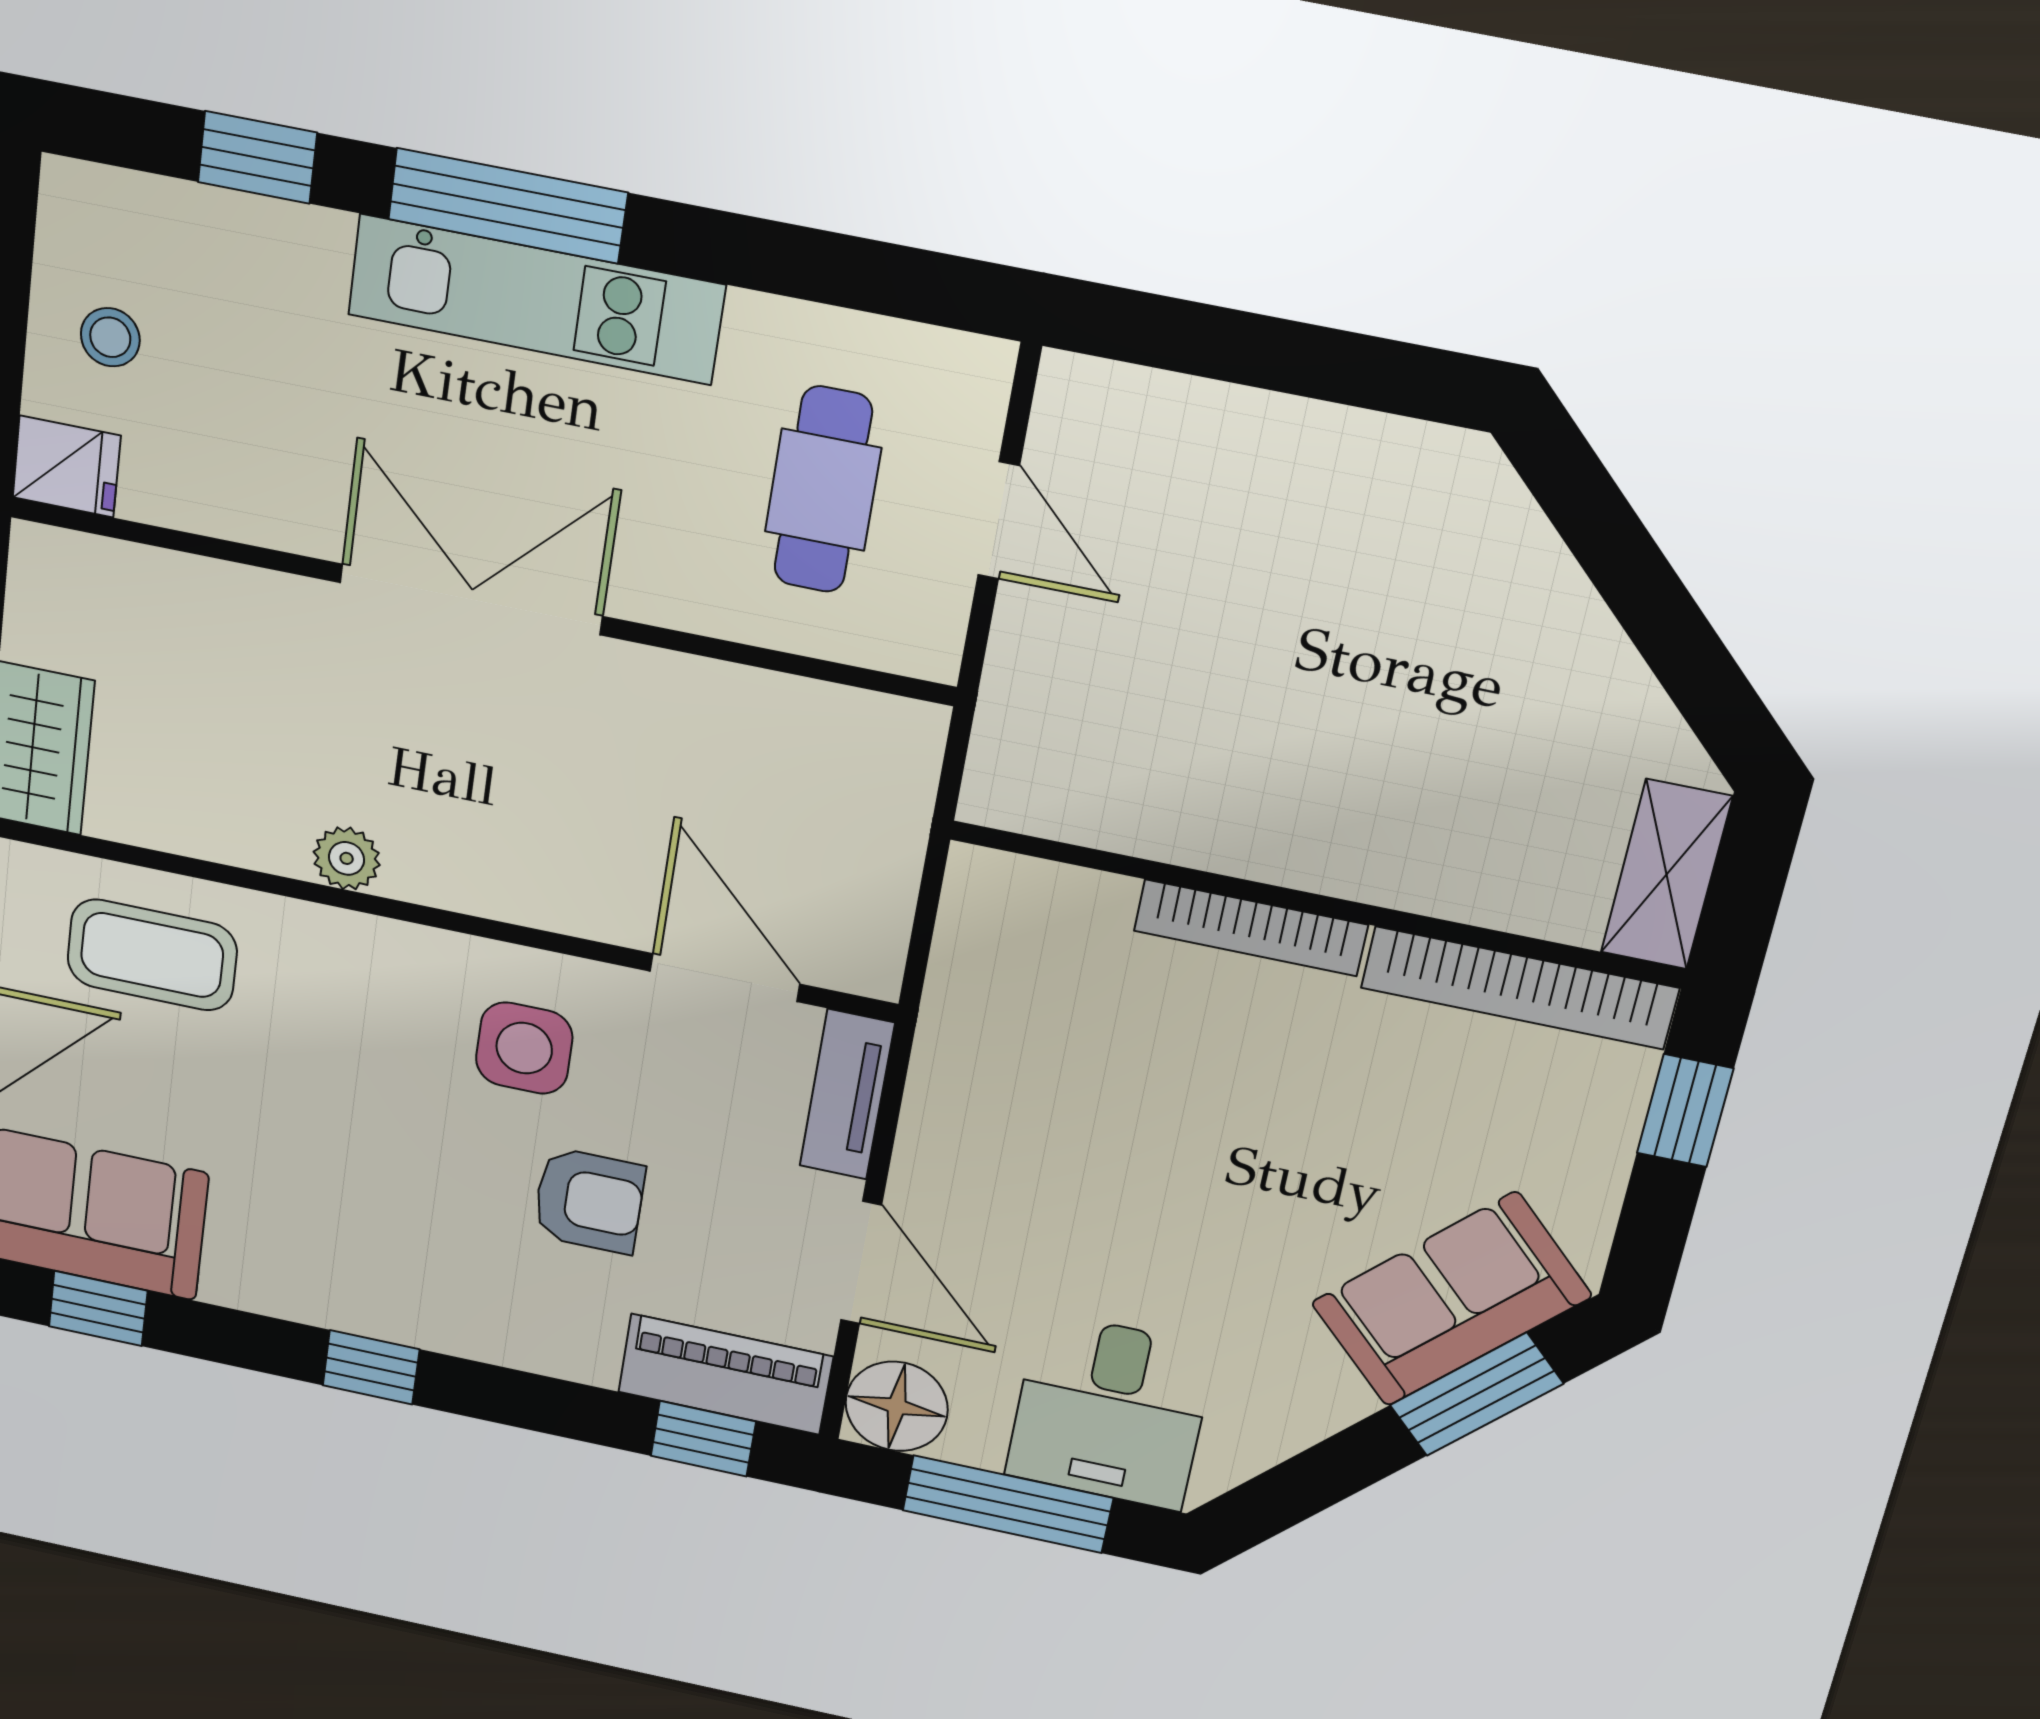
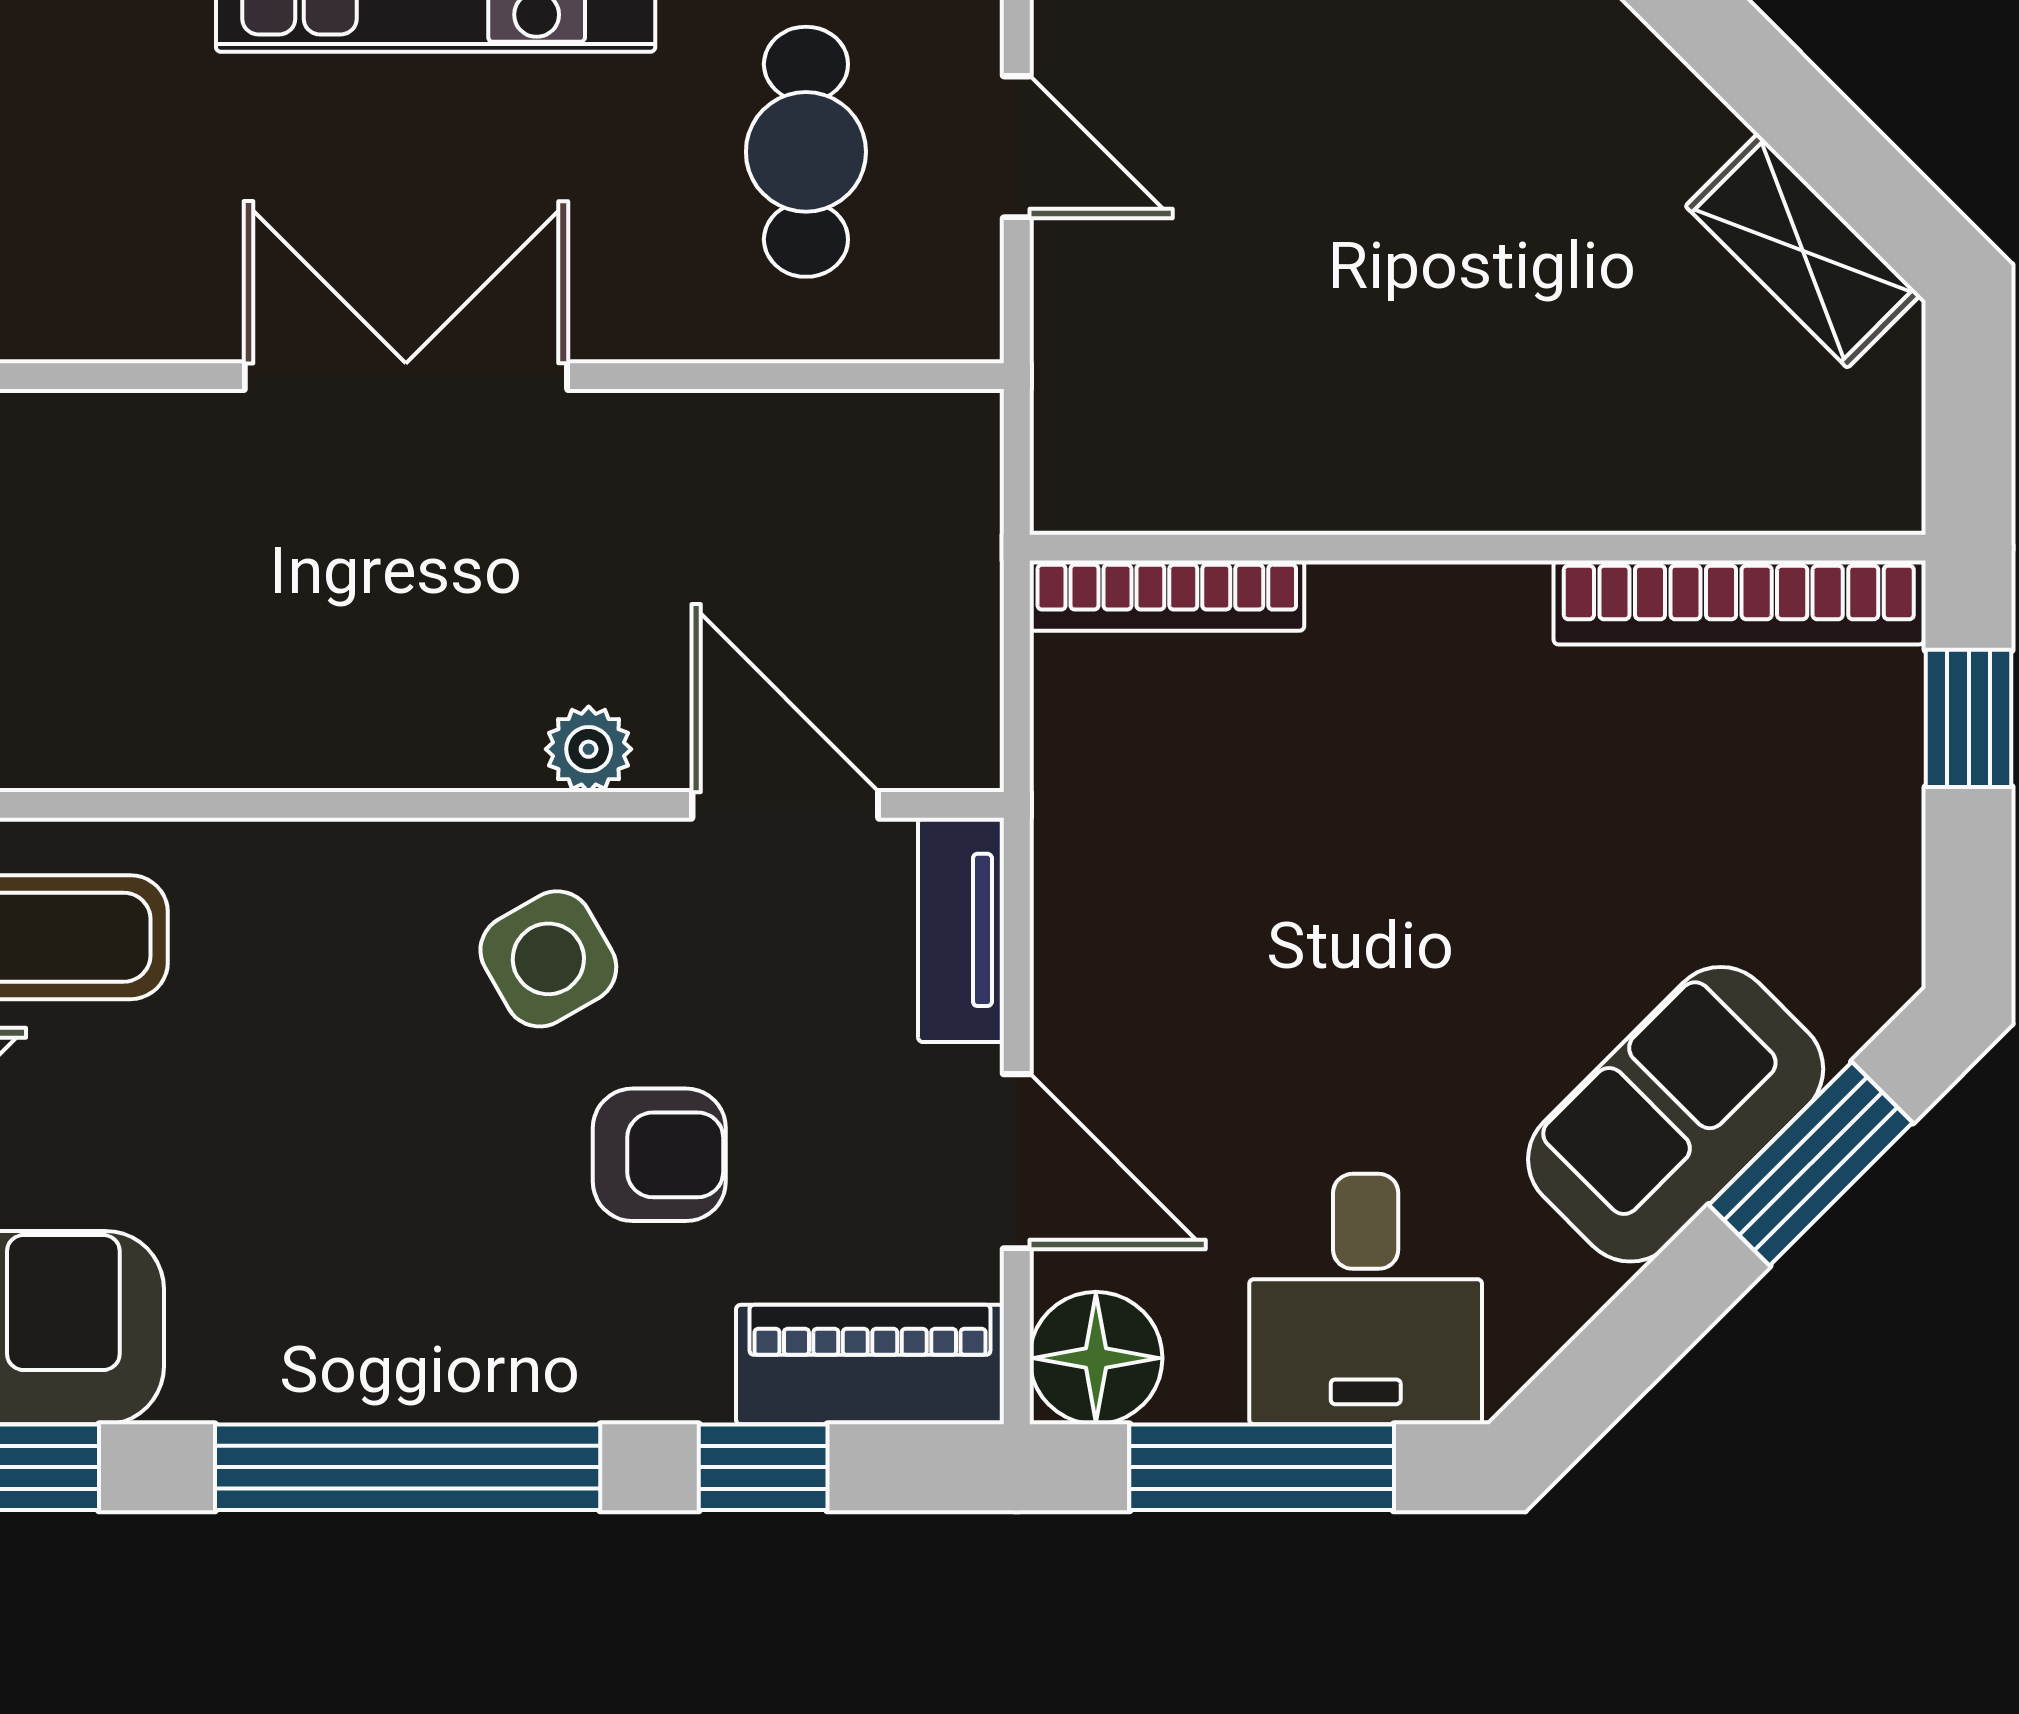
plant: (347, 858) -> (589, 749), moved
shelving: (1666, 875) -> (1803, 251), moved, turned -45
bookcase: (1251, 928) -> (1167, 596), moved
side table: (524, 1048) -> (548, 959), turned -30
sofa: (1451, 1300) -> (1676, 1114), moved
window: (371, 1367) -> (408, 1467), width x3.17
window: (703, 1439) -> (763, 1467), moved

